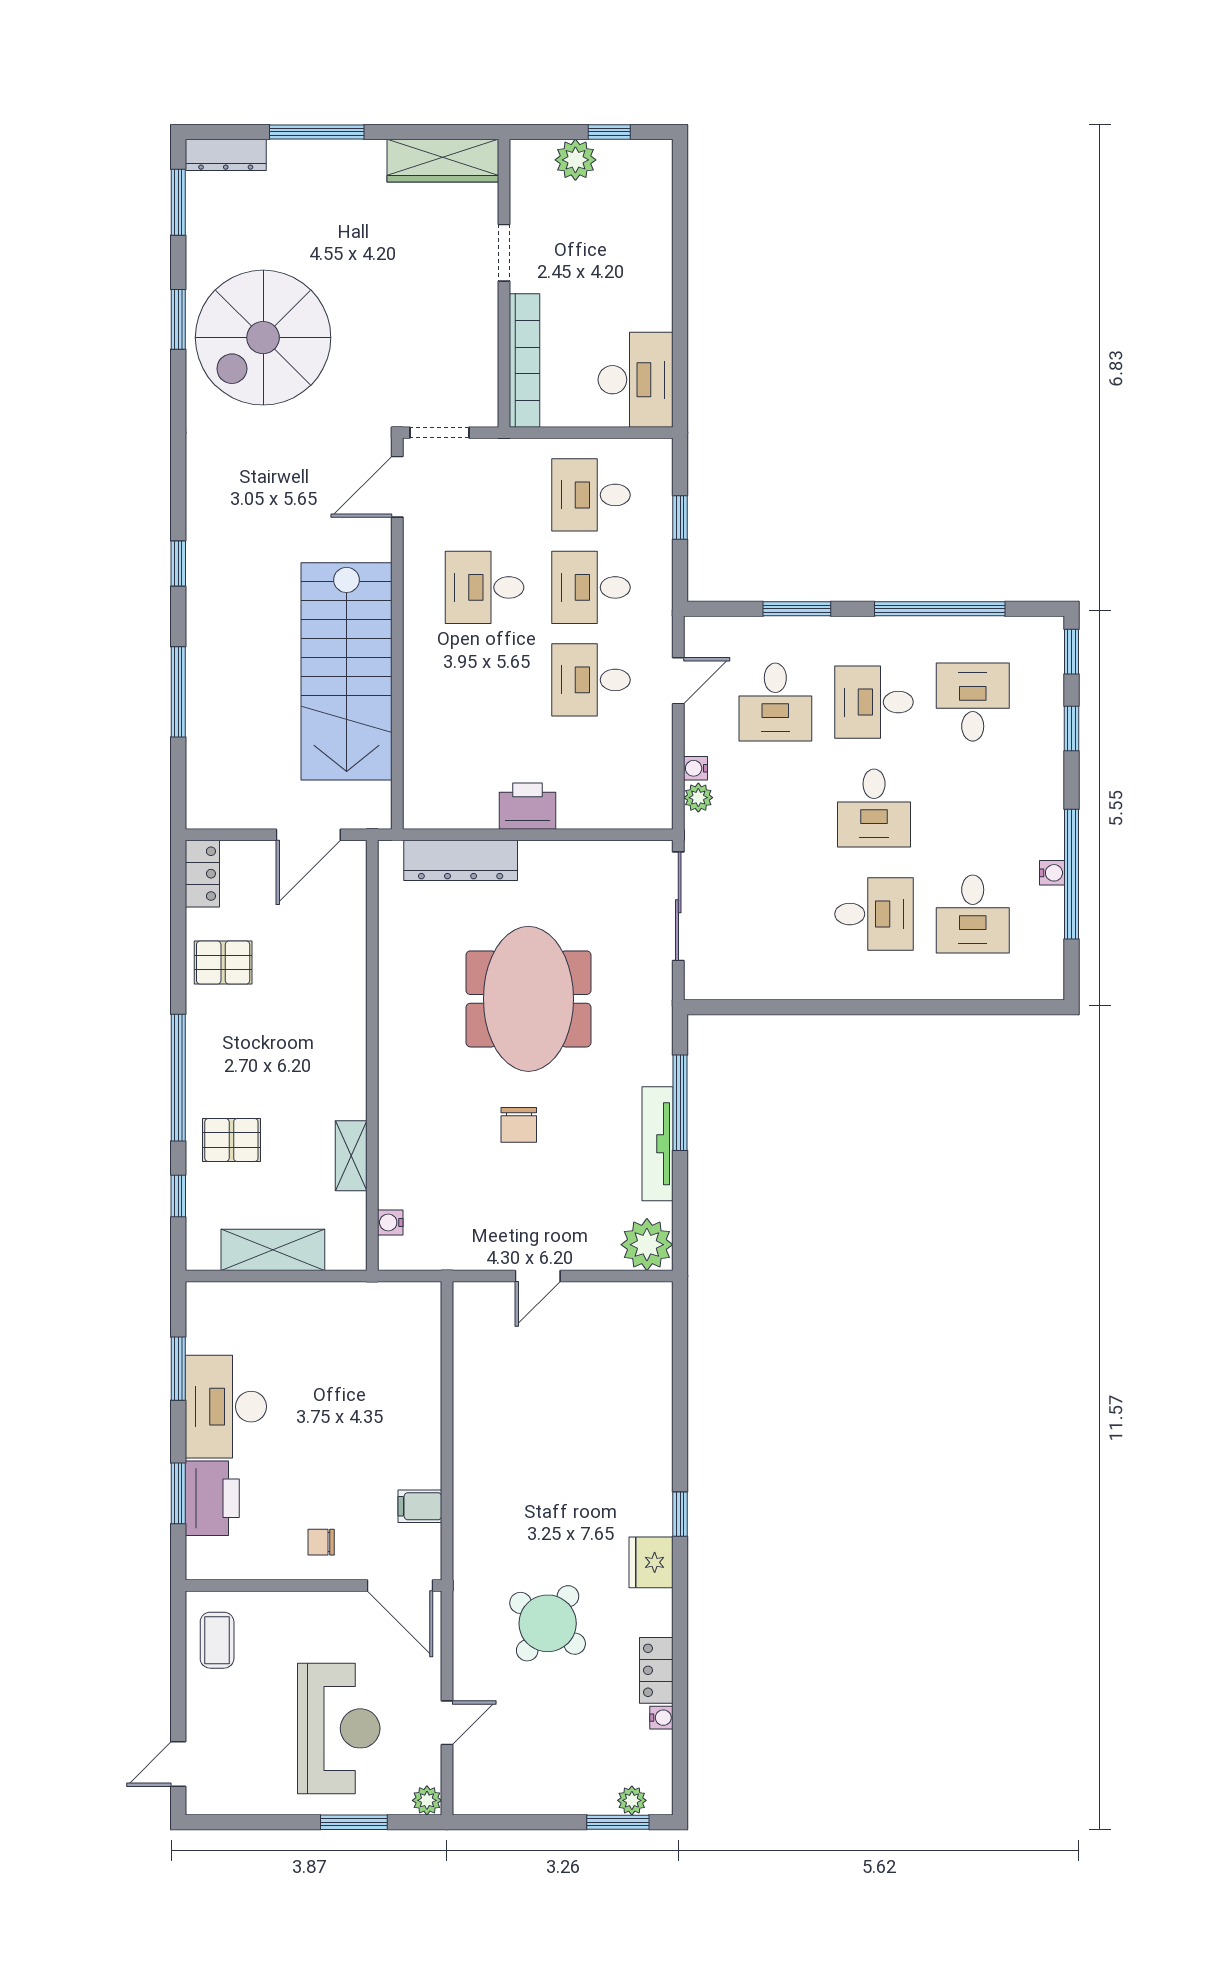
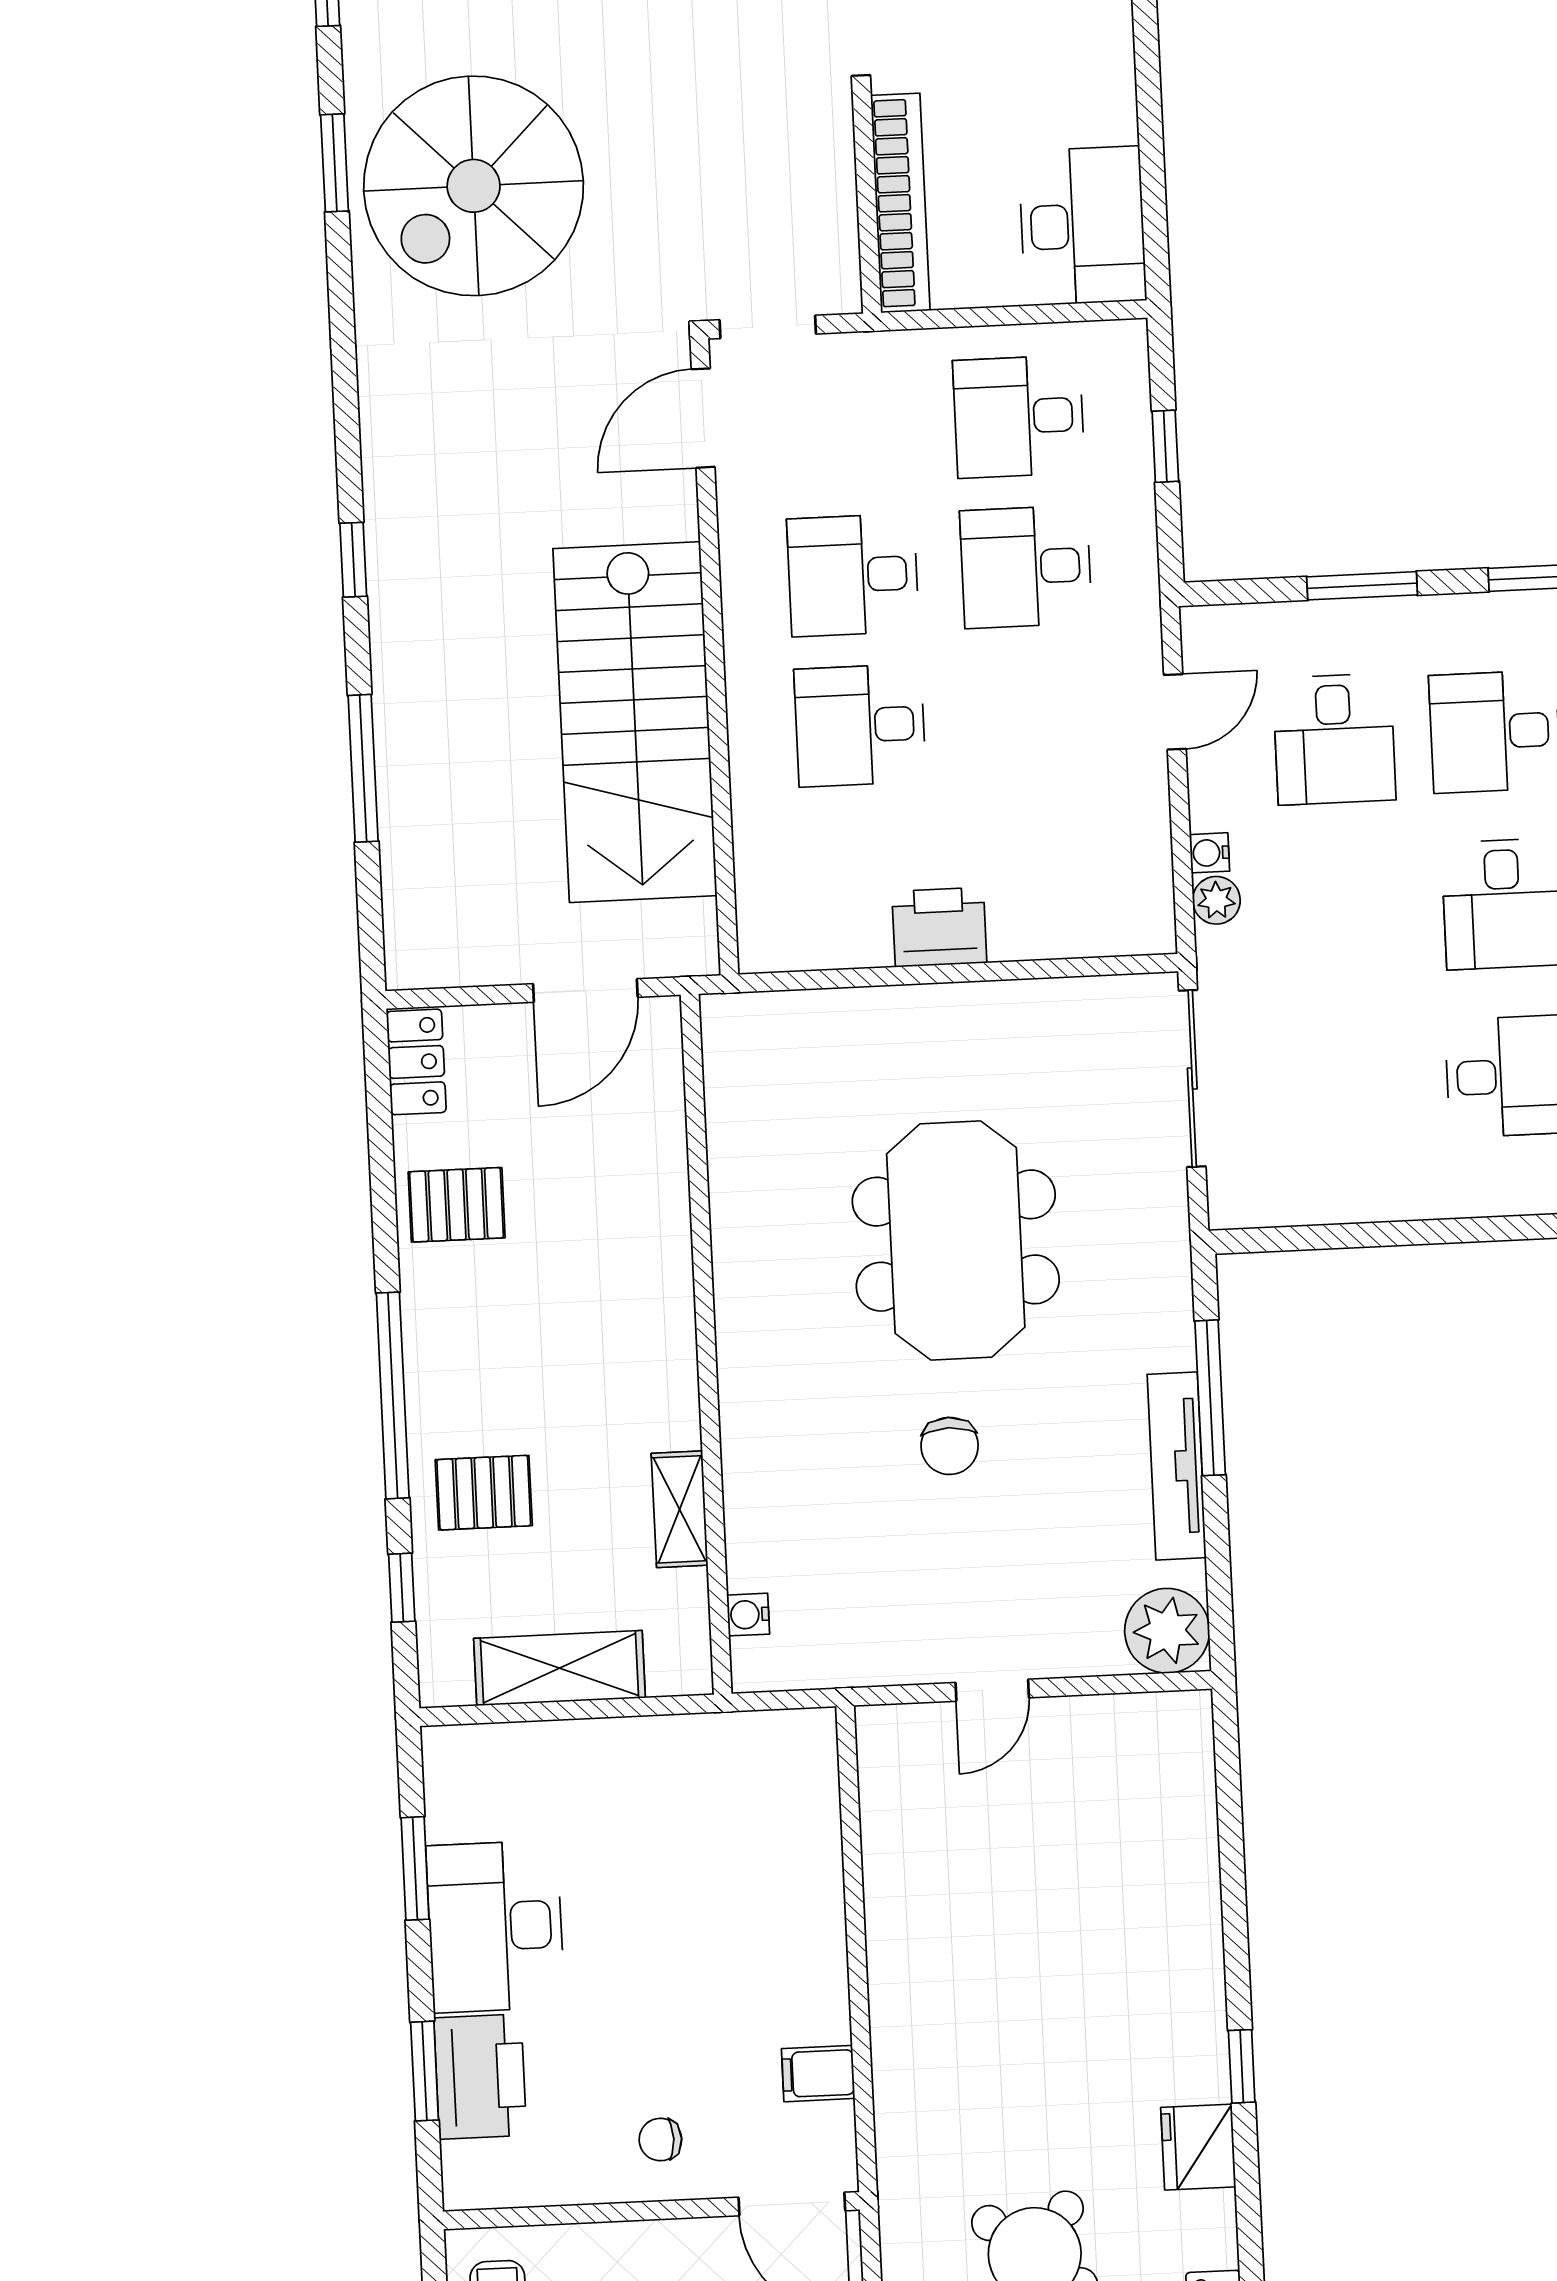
desk: (591, 680) -> (860, 725), moved
dresser: (461, 860) -> (835, 1020), removed

